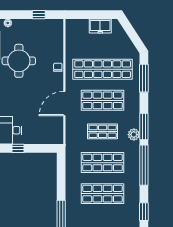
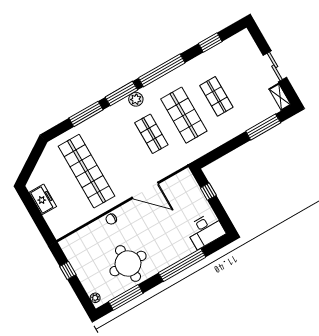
window: (144, 78) -> (86, 114), moved
shop shelf: (103, 100) -> (119, 152), removed
window: (18, 148) -> (208, 192), moved
shop shelf: (103, 194) -> (216, 96), width x0.70, depth x0.74

